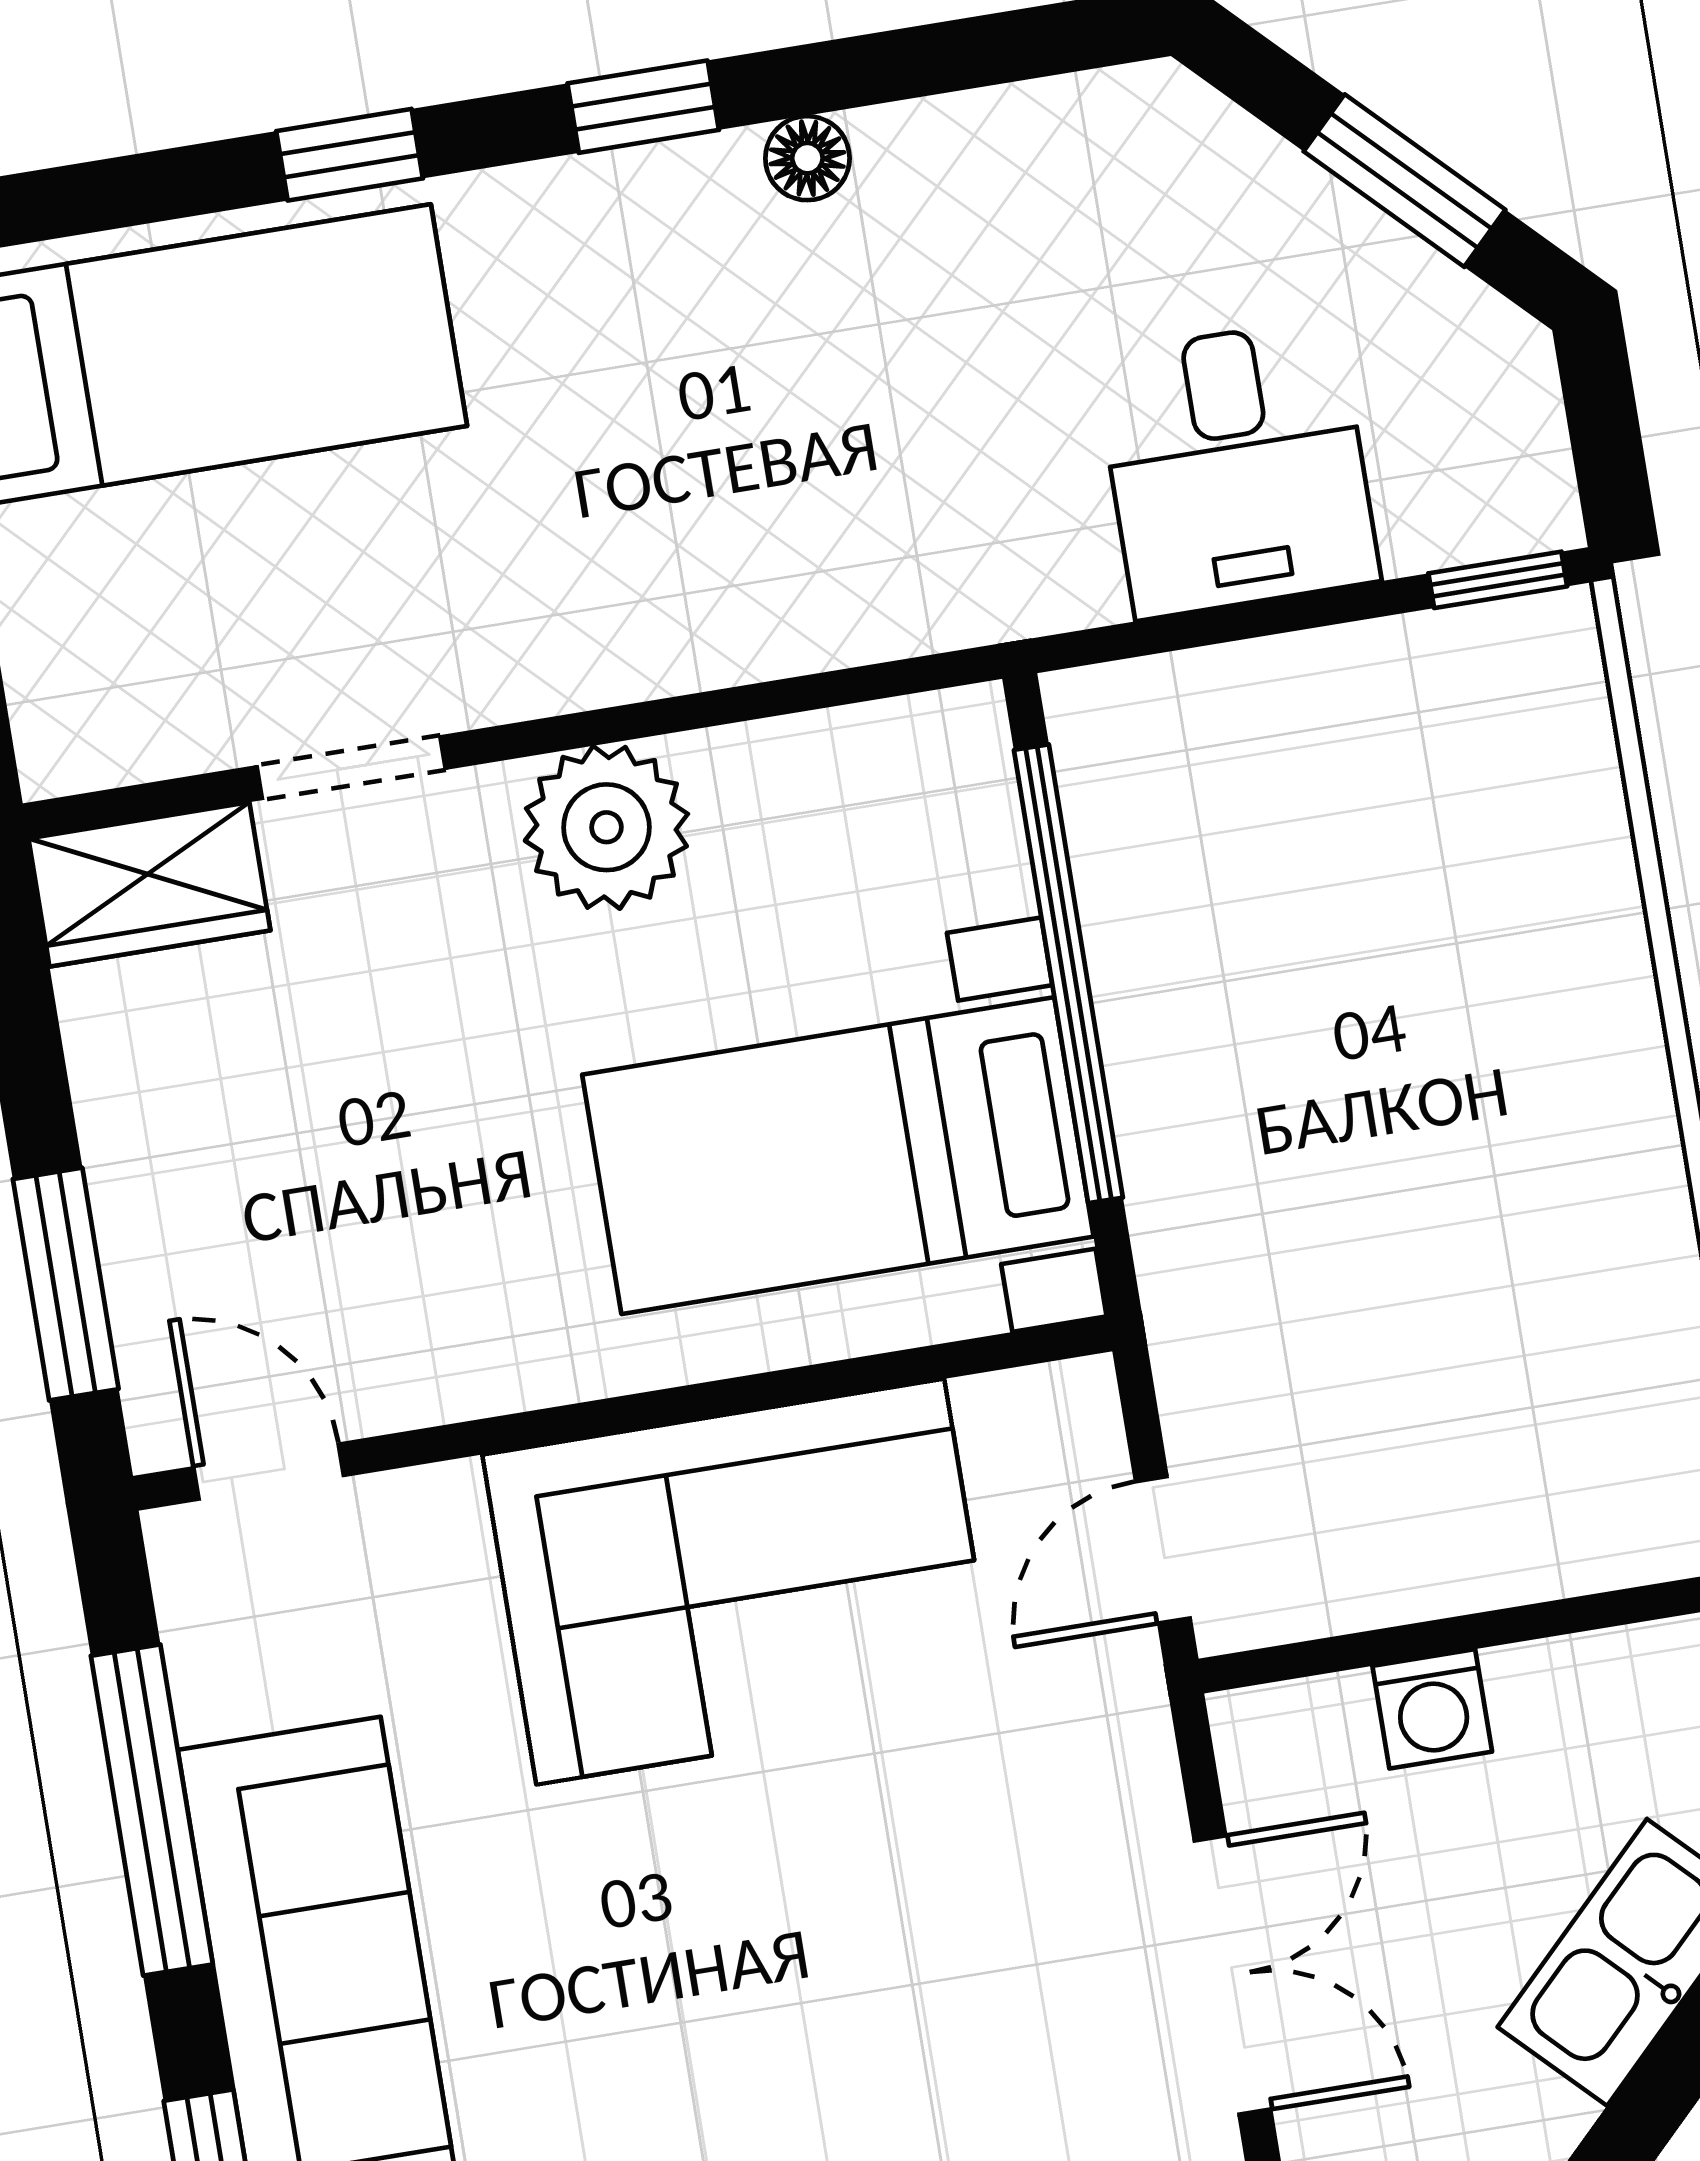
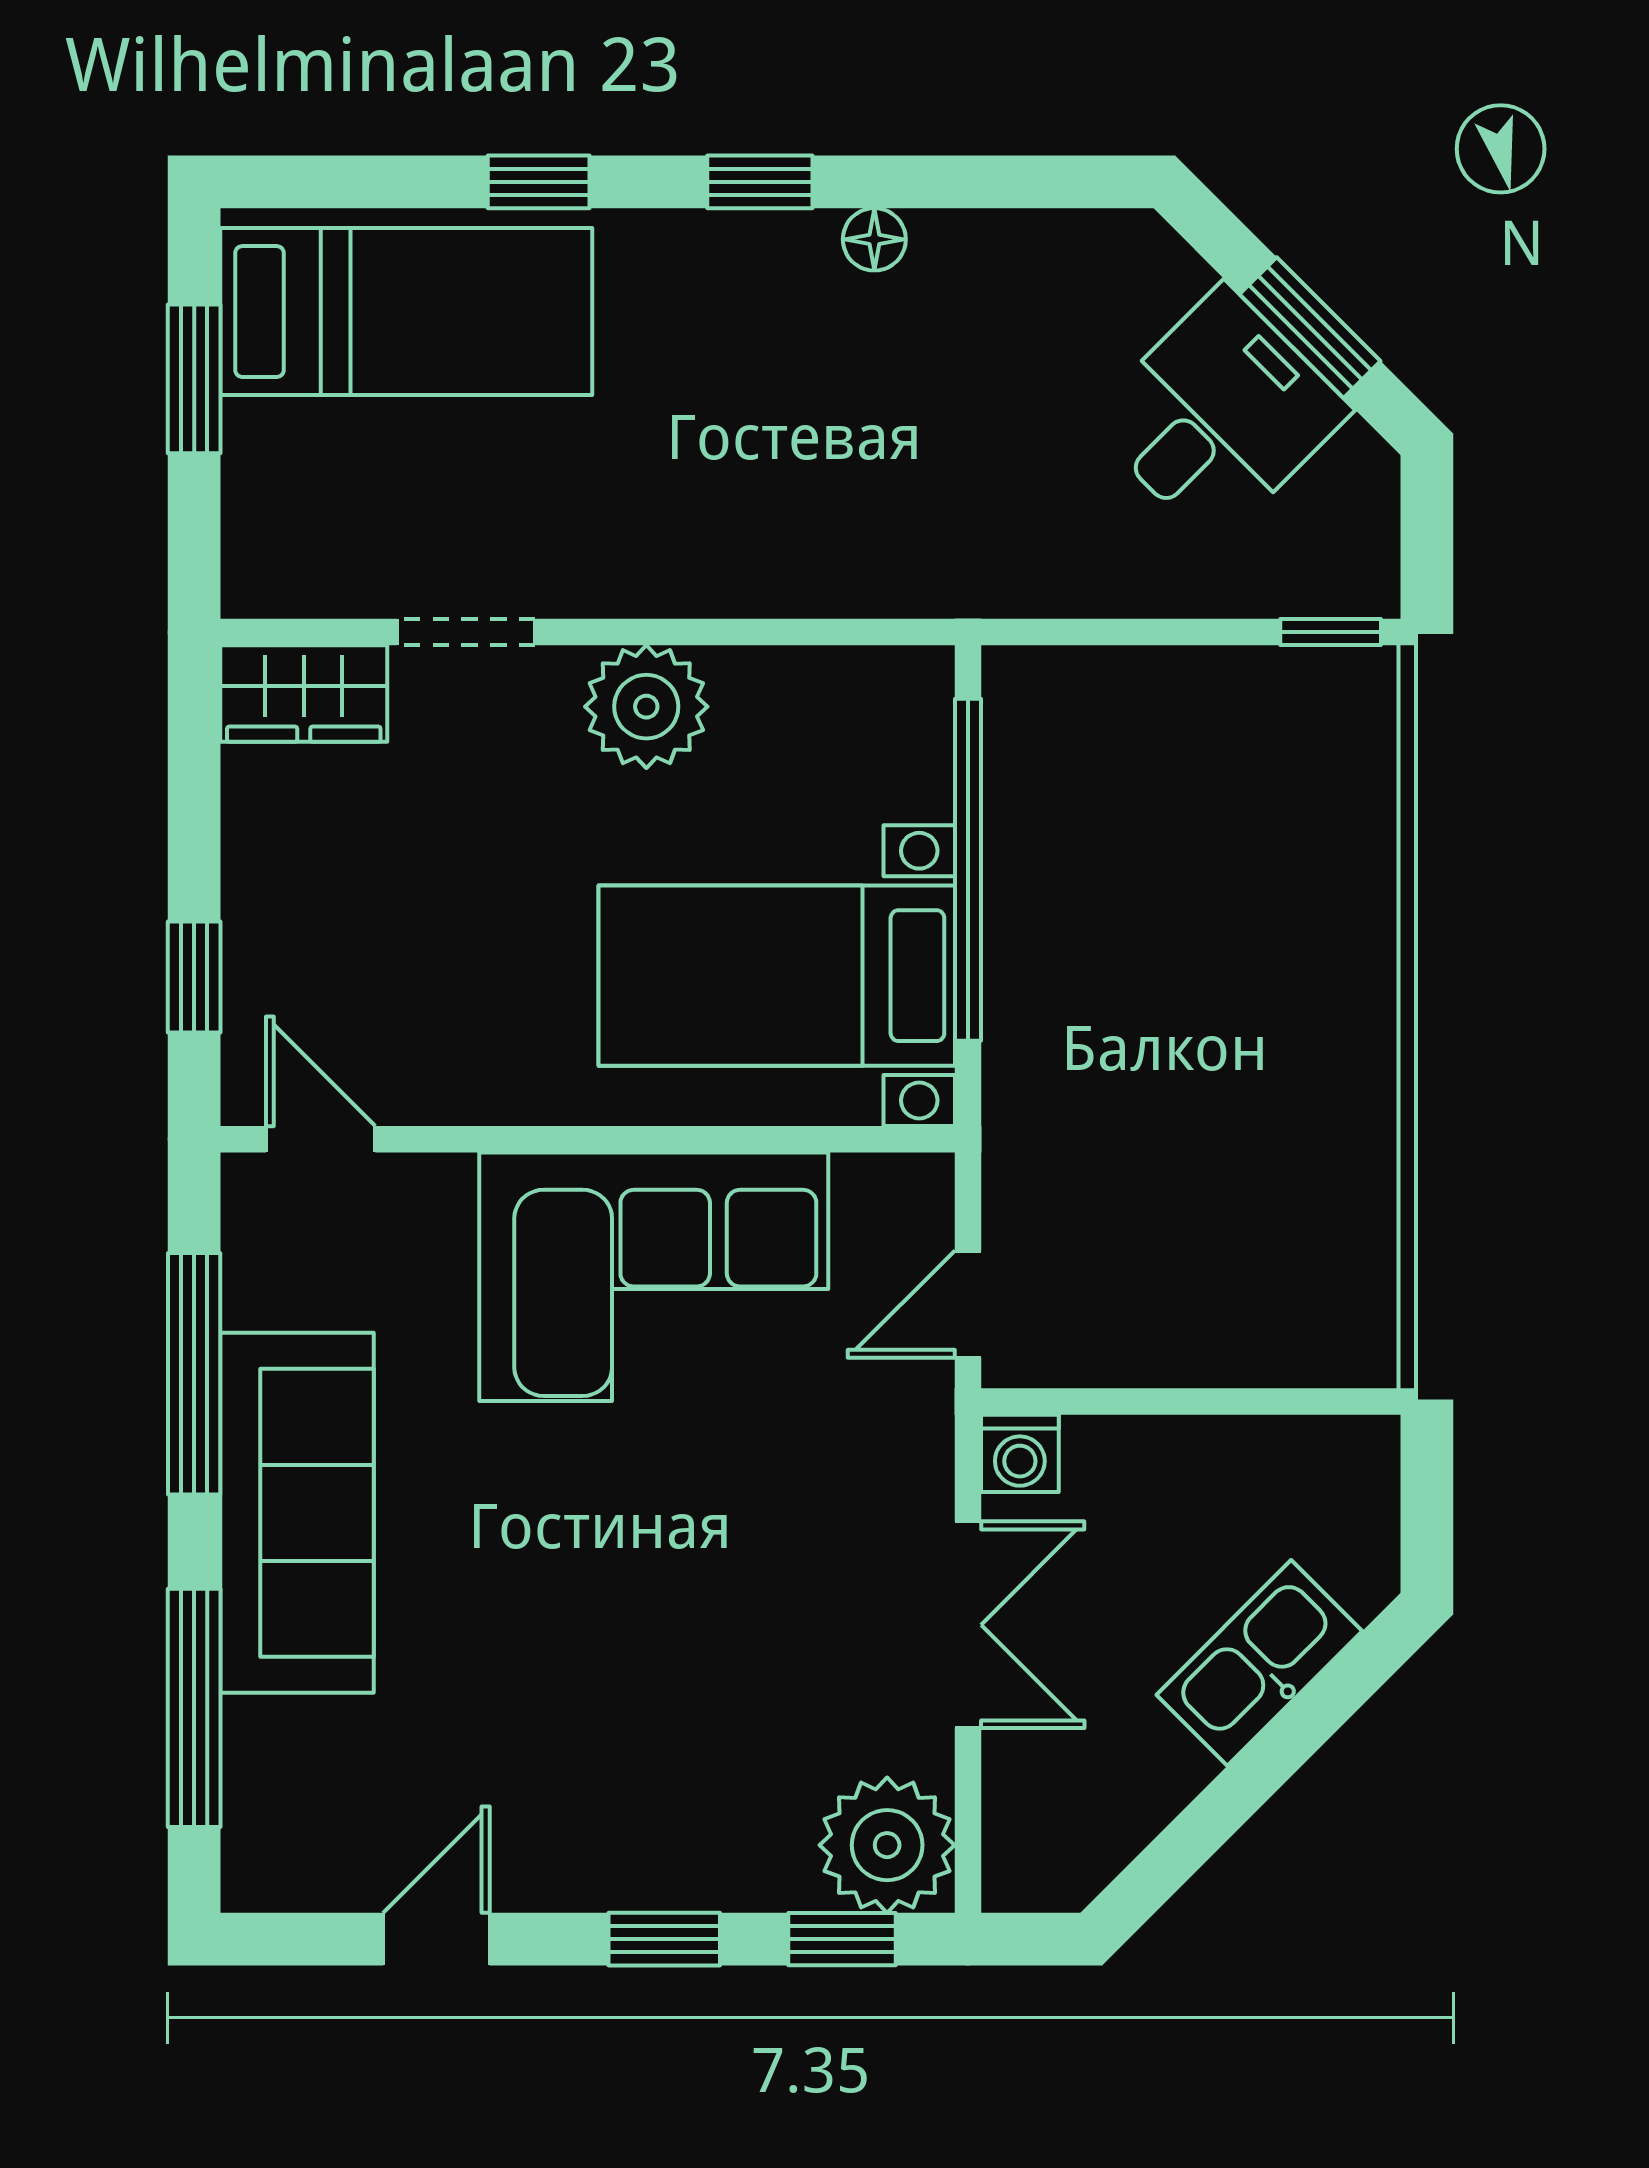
desk: (1237, 468) -> (1219, 415), moved, turned -135
window: (66, 1284) -> (194, 977), width x0.67
washing machine: (1432, 1709) -> (1020, 1453), moved

